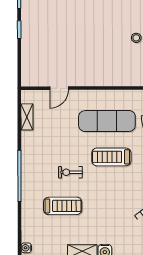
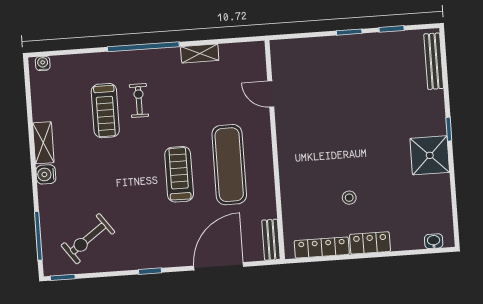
shelving: (27, 117) -> (200, 53), moved
exercise bike: (70, 172) -> (139, 100), moved

